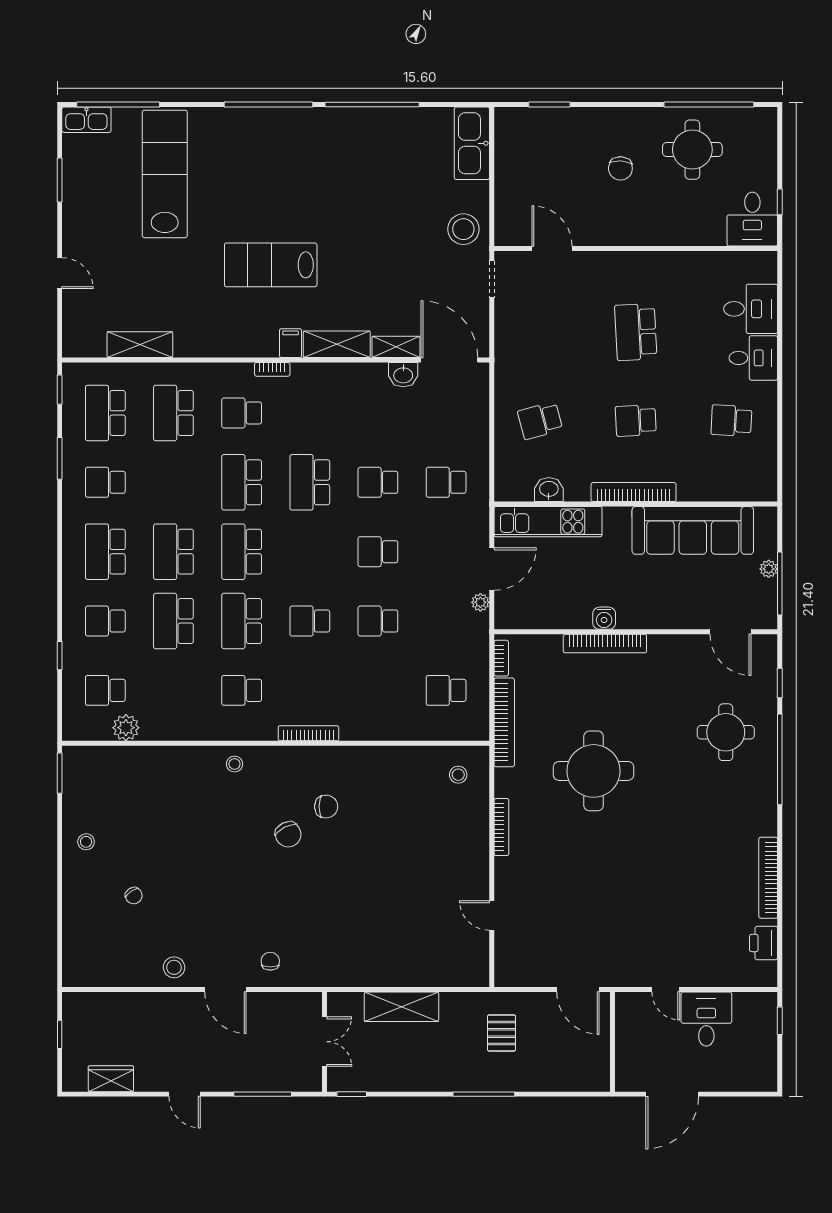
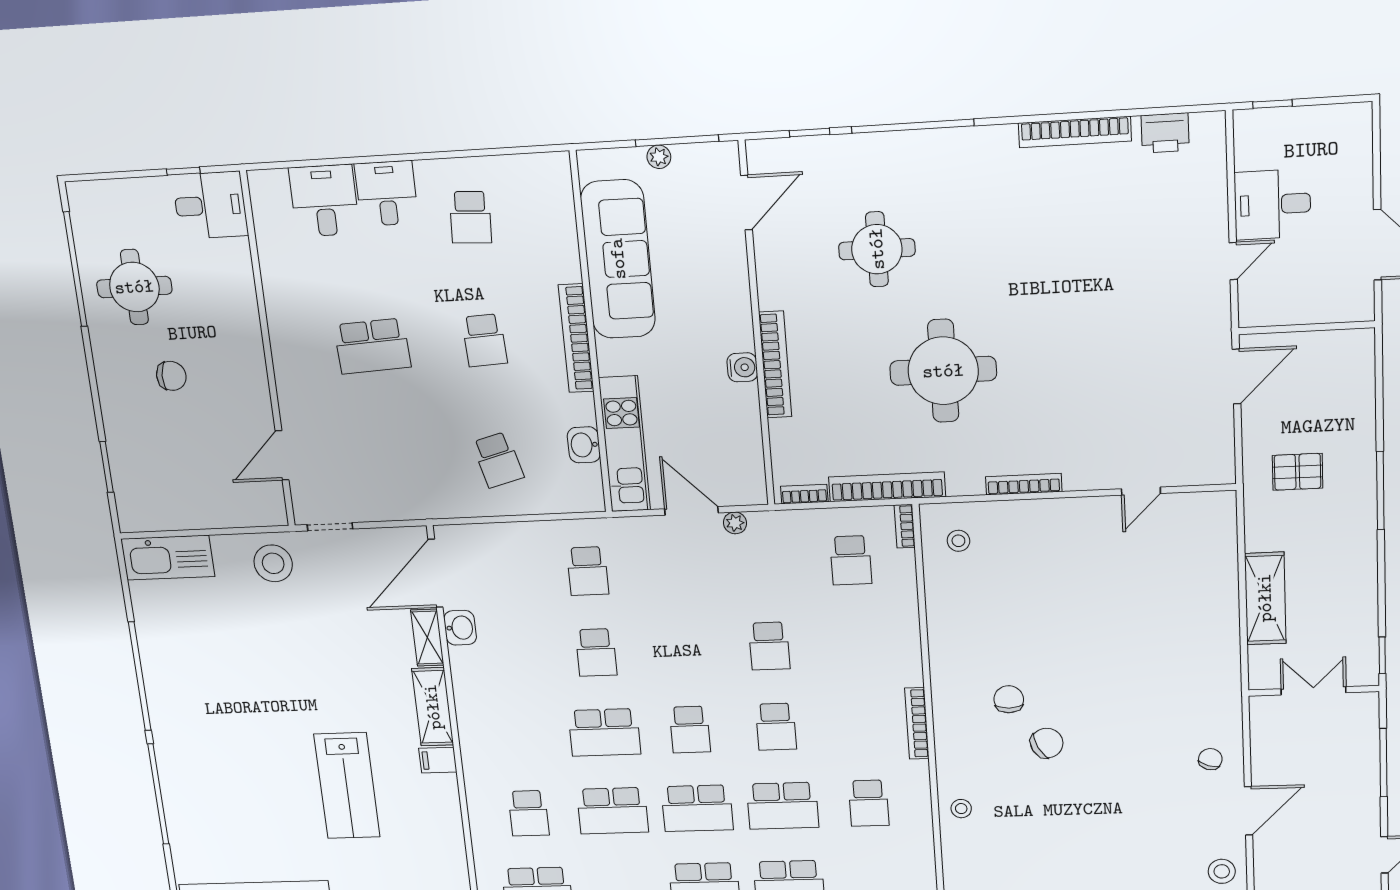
bookcase: (272, 369) -> (905, 526), moved, turned 180
school desk: (378, 552) -> (690, 729), moved
round table: (726, 732) -> (877, 249), moved
chair: (270, 961) -> (1210, 759), turned 109

